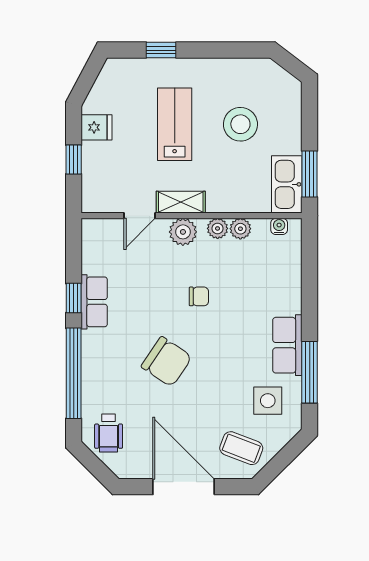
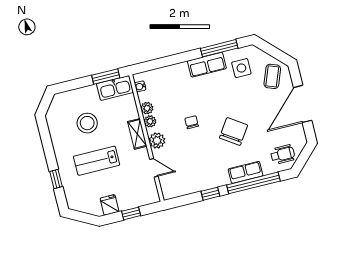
shelving: (181, 202) -> (137, 134), moved
row of seats: (94, 302) -> (246, 172), moved

